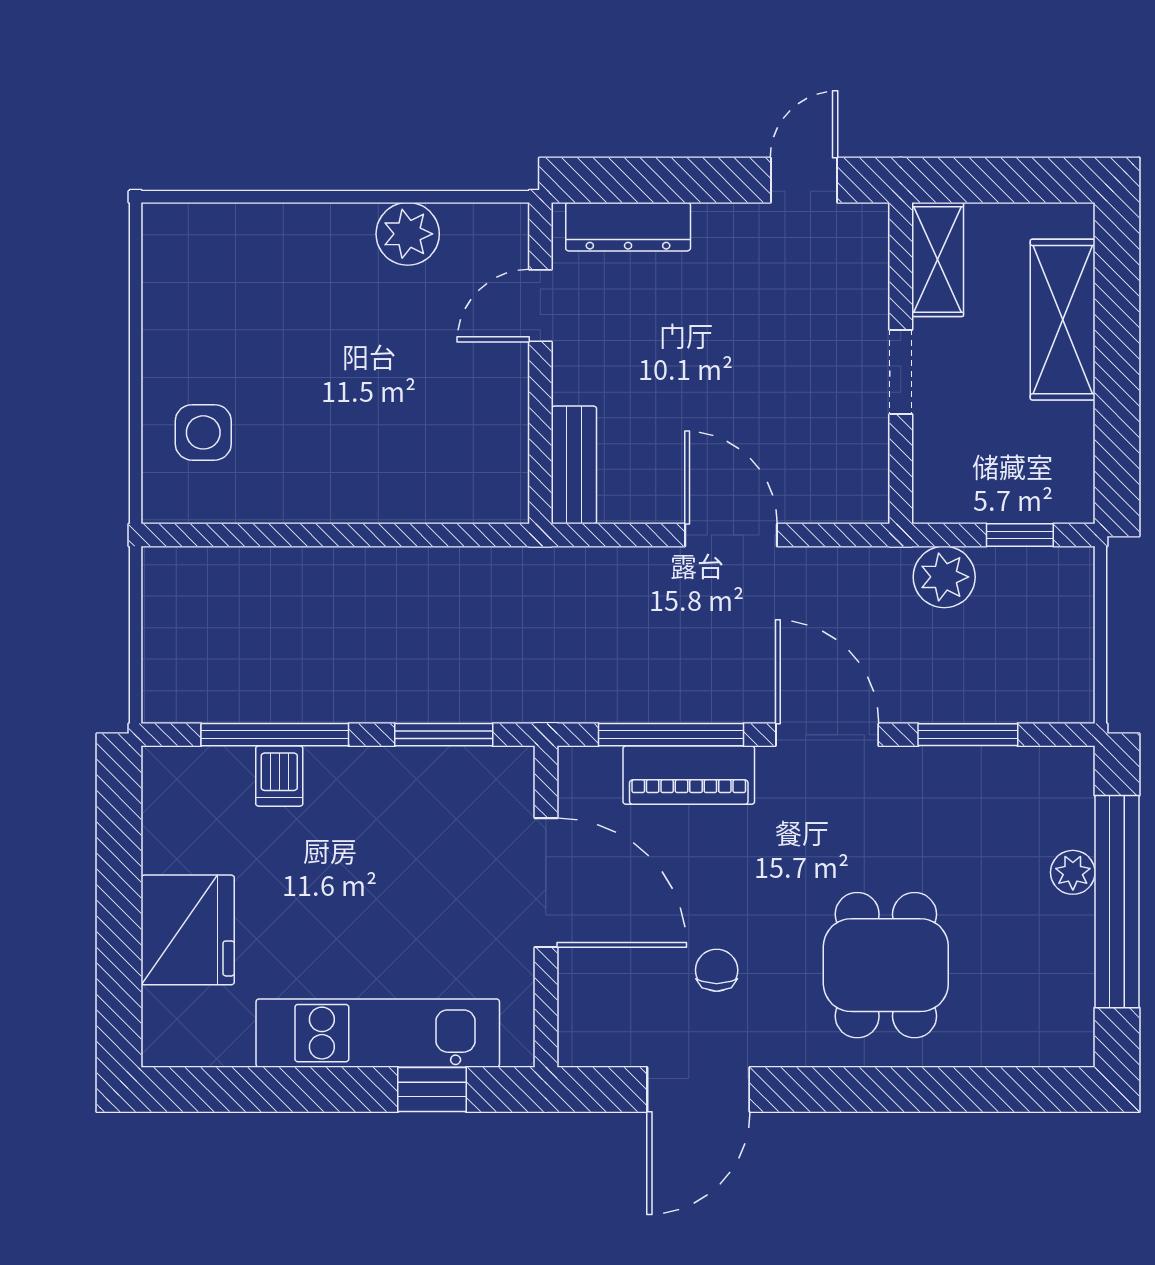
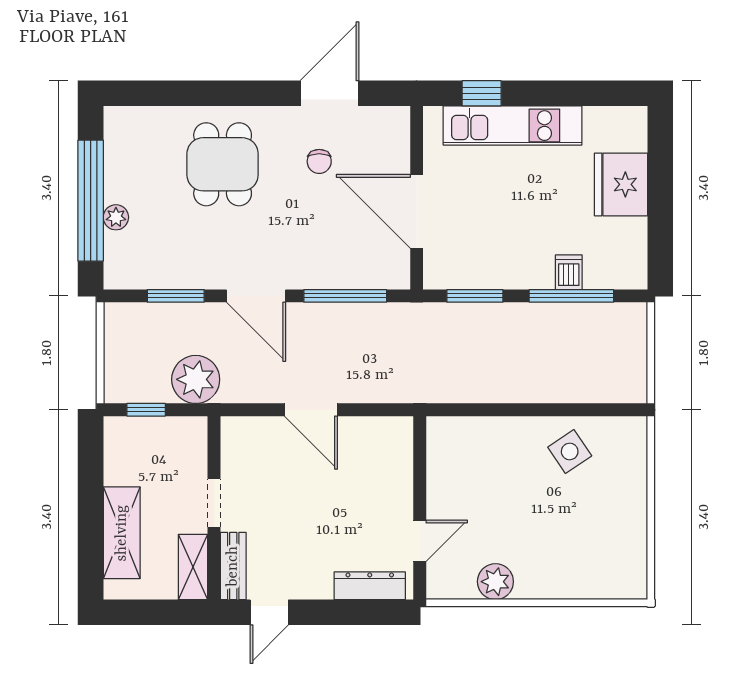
side table: (203, 432) -> (570, 451), moved, turned -34
bench: (574, 465) -> (233, 566), moved
plant: (944, 577) -> (196, 379), width x1.36, depth x1.36
piano: (689, 775) -> (335, 273), removed

